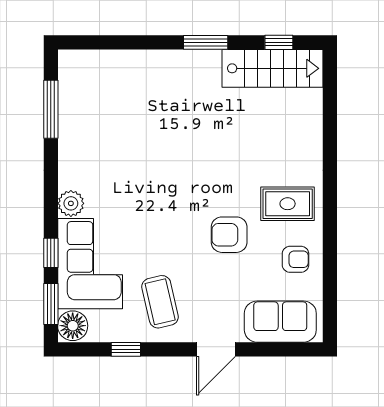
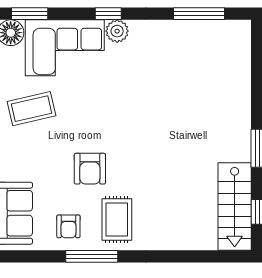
window: (330, 233) -> (92, 256), added
armchair: (229, 235) -> (90, 169), turned 180
window: (51, 253) -> (108, 14), moved

